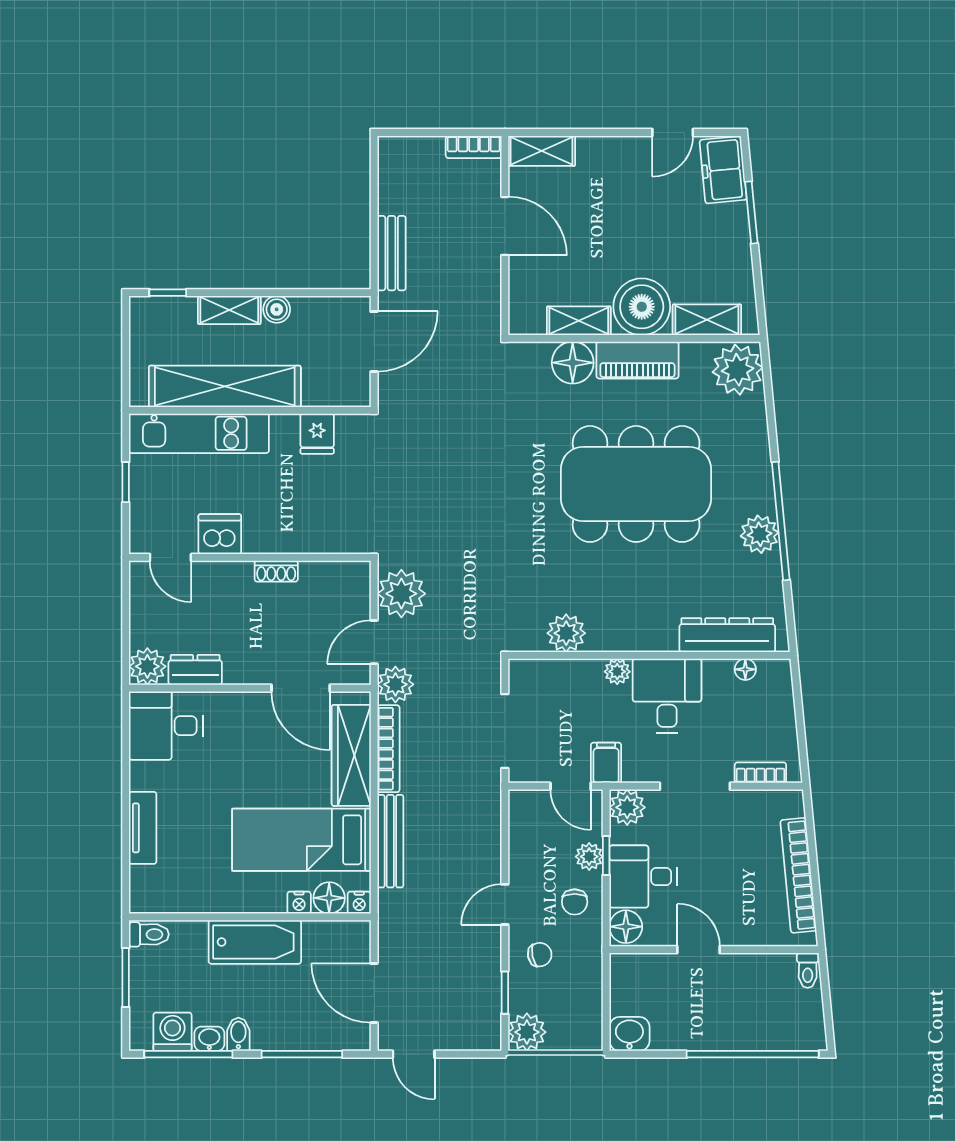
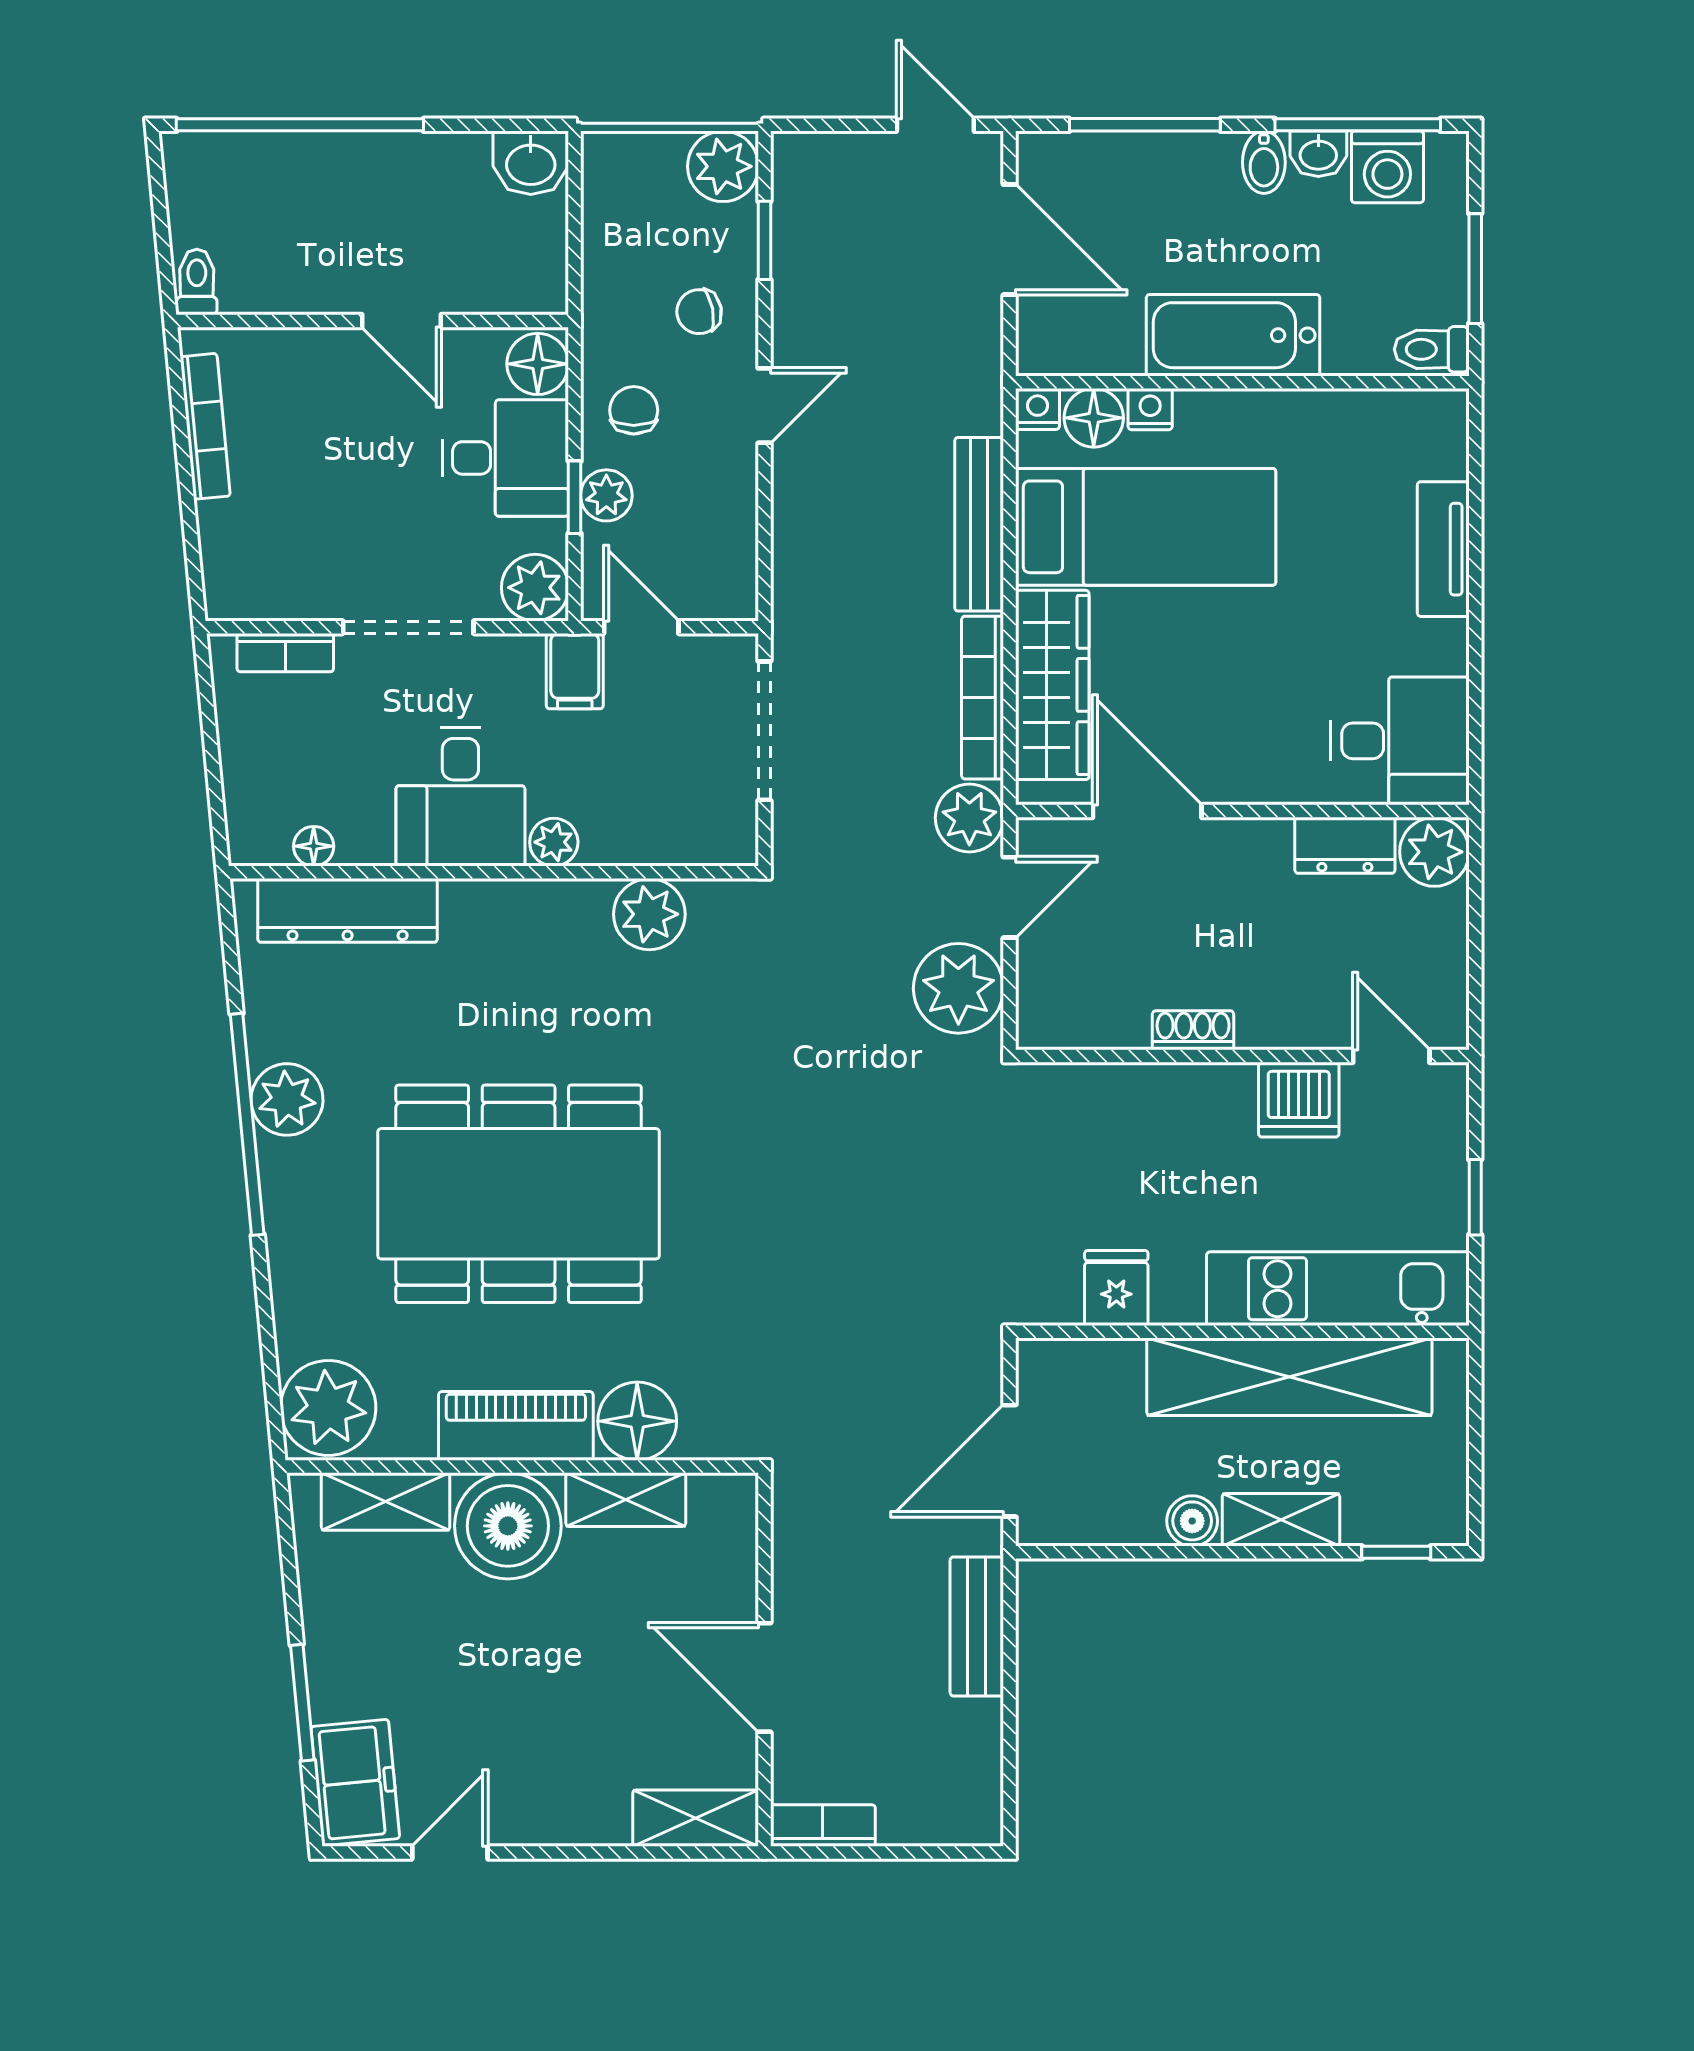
bookcase: (798, 875) -> (205, 426), width x0.68, depth x0.76

